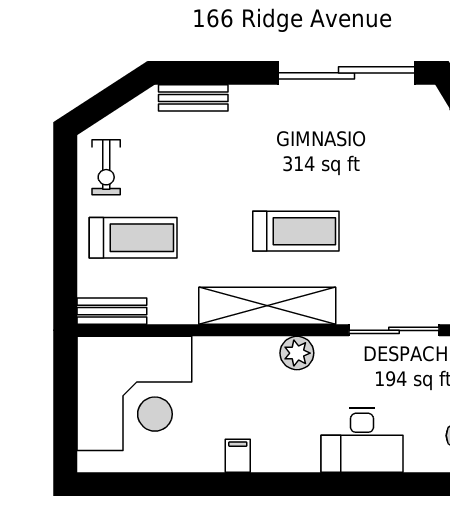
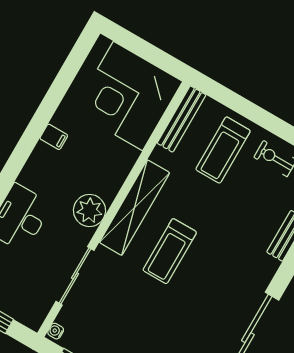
bench: (112, 311) -> (181, 119), width x1.36
plant: (297, 353) -> (90, 210), width x1.36, depth x1.36

